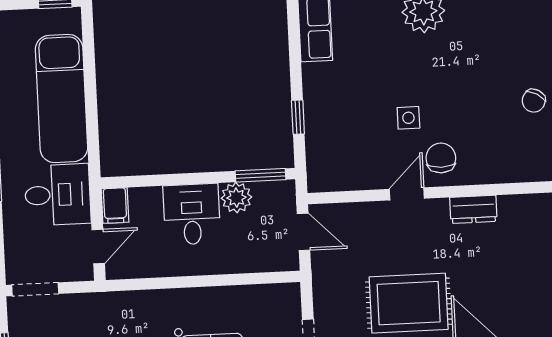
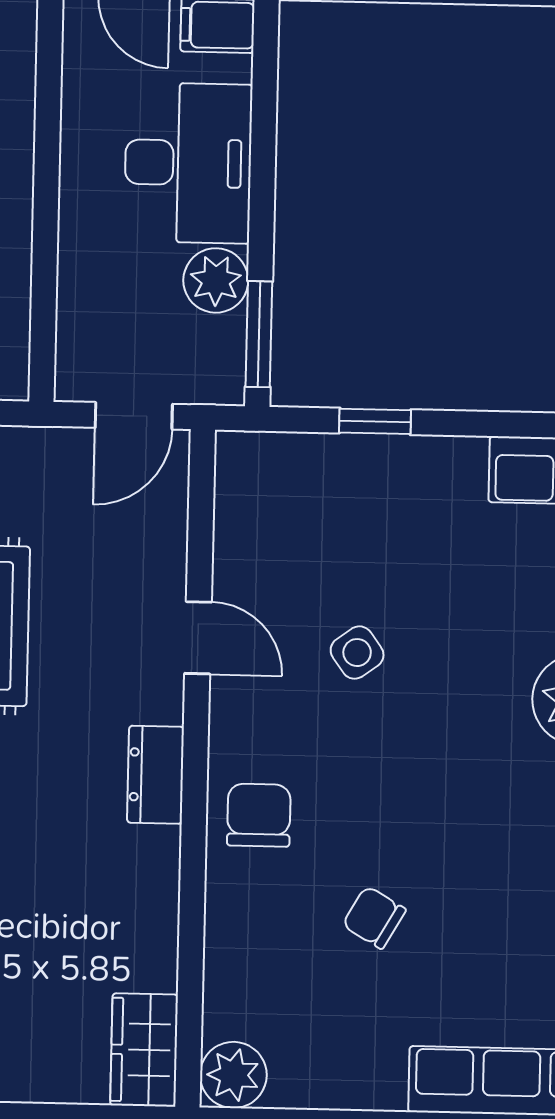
side table: (408, 118) -> (357, 653), turned -36
chair: (441, 158) -> (259, 815), moved, turned -90
desk: (192, 214) -> (188, 163), width x1.37

